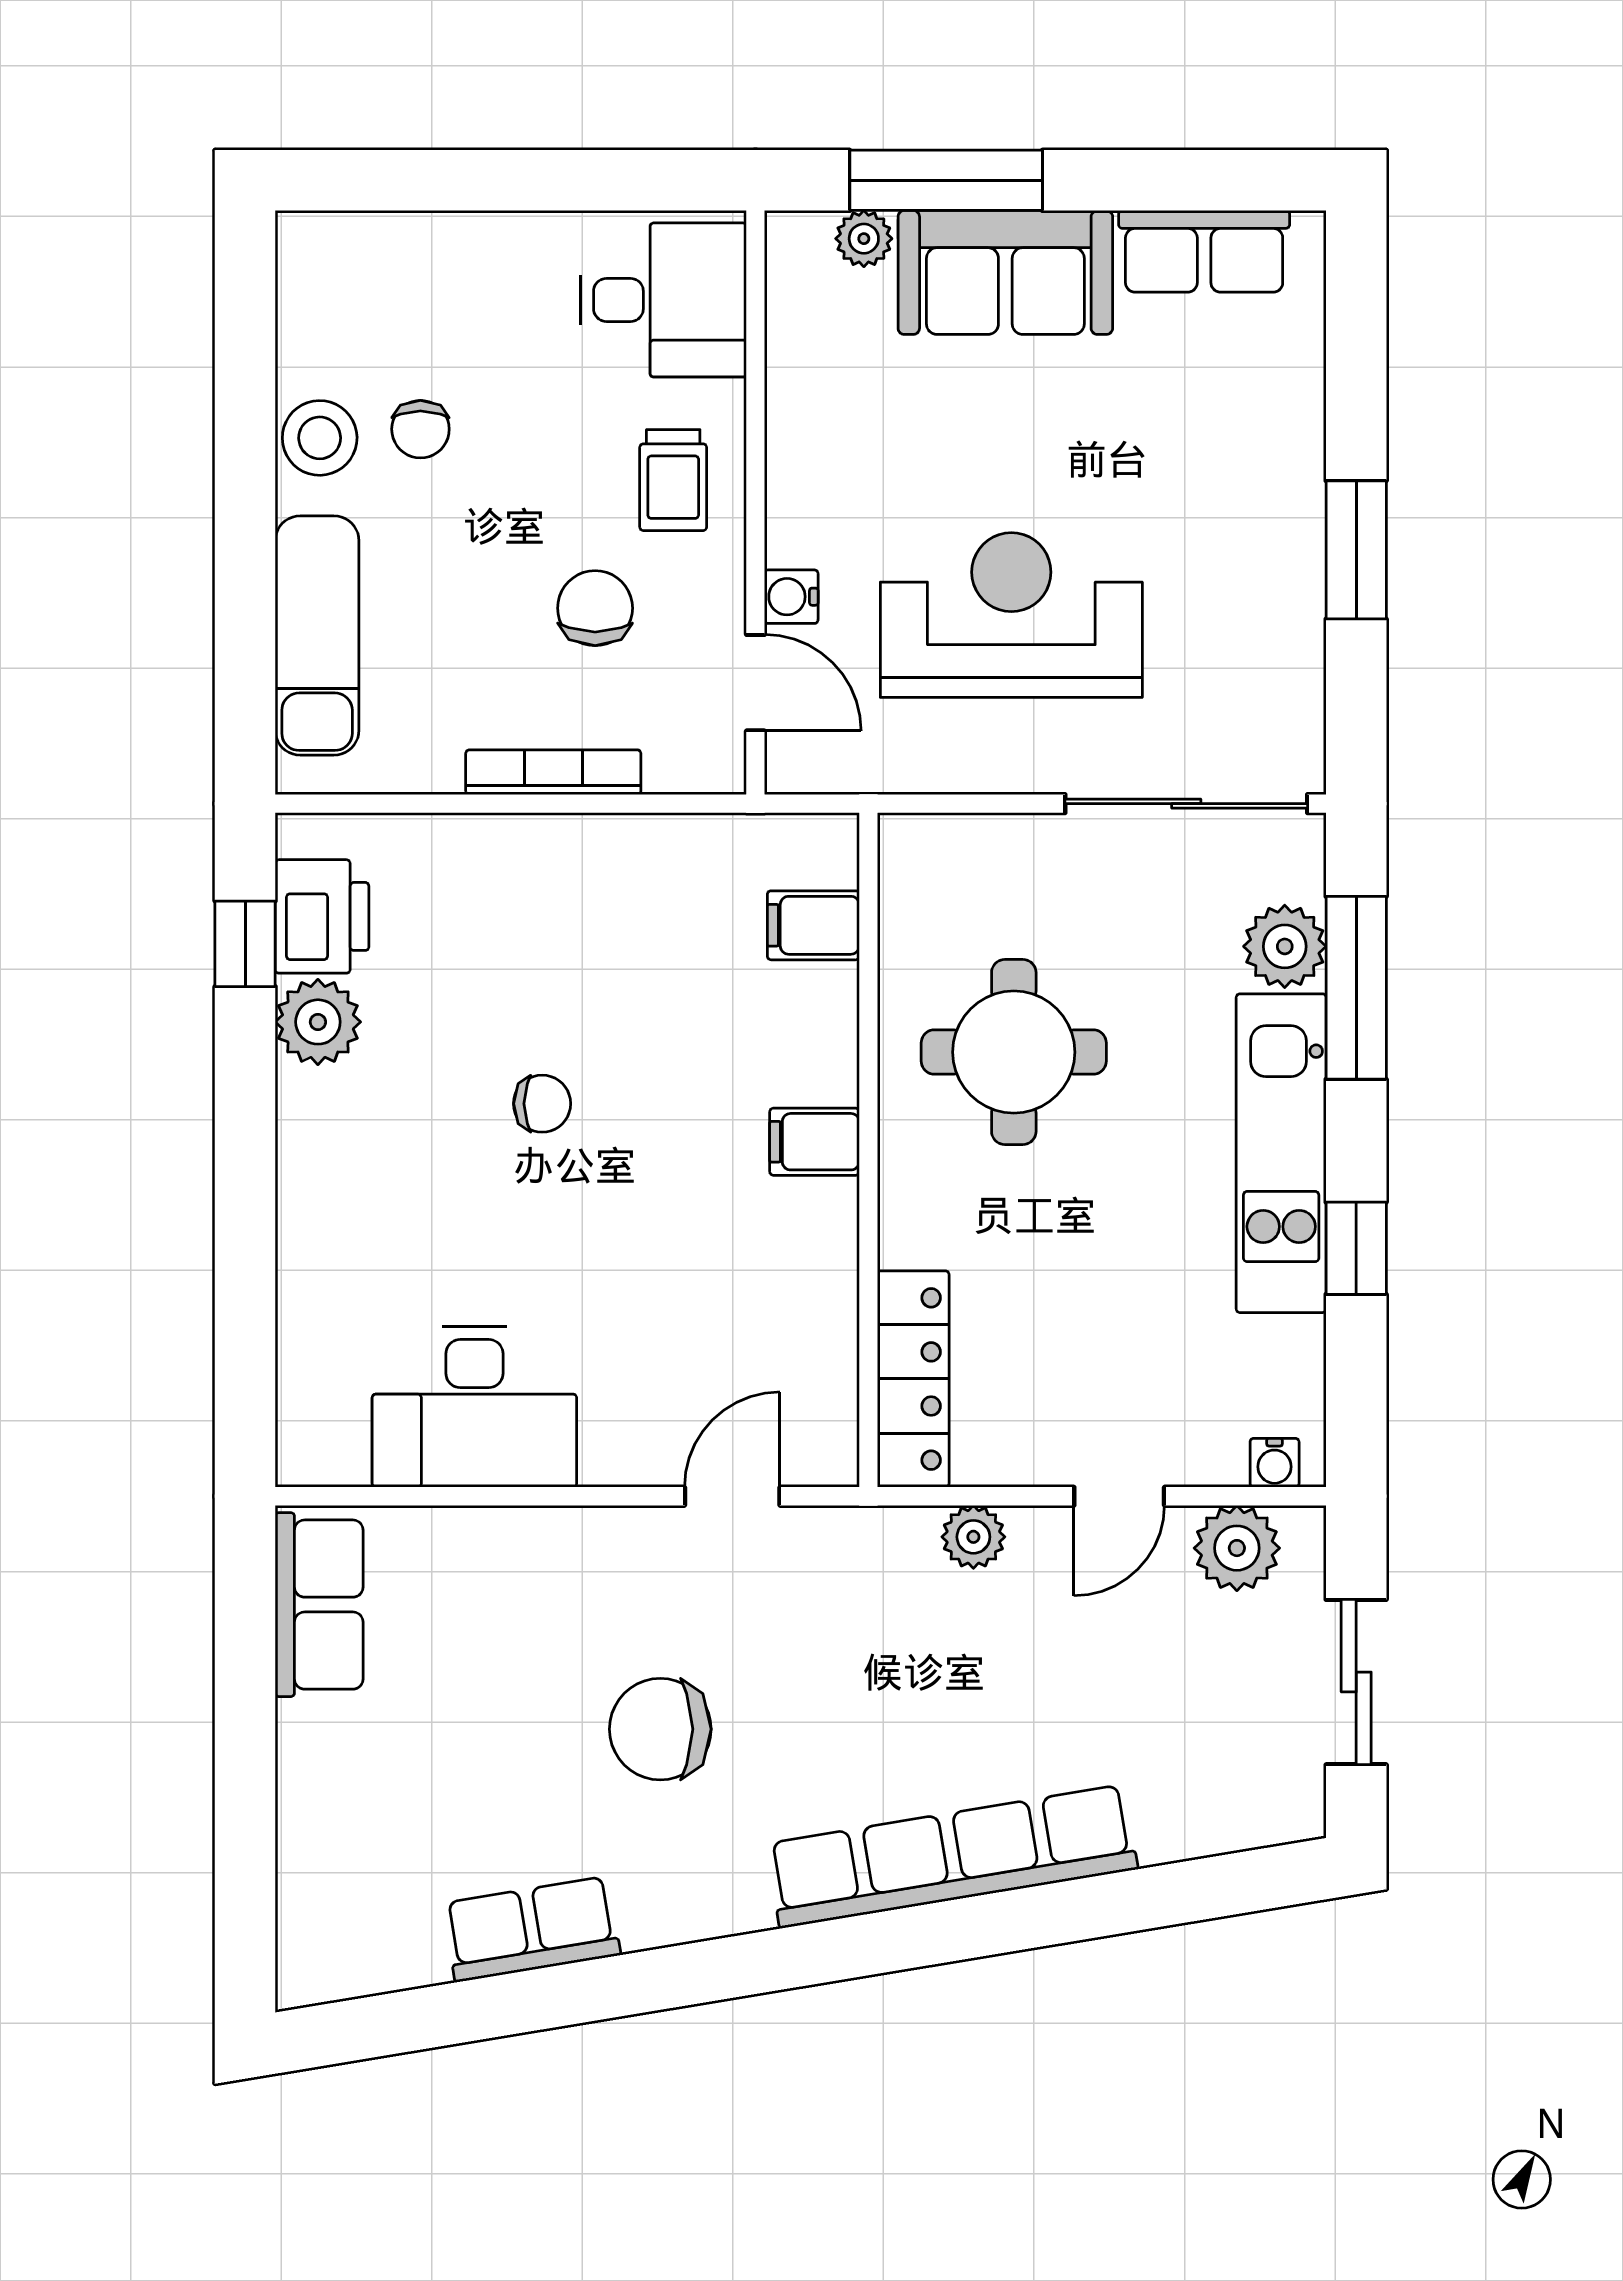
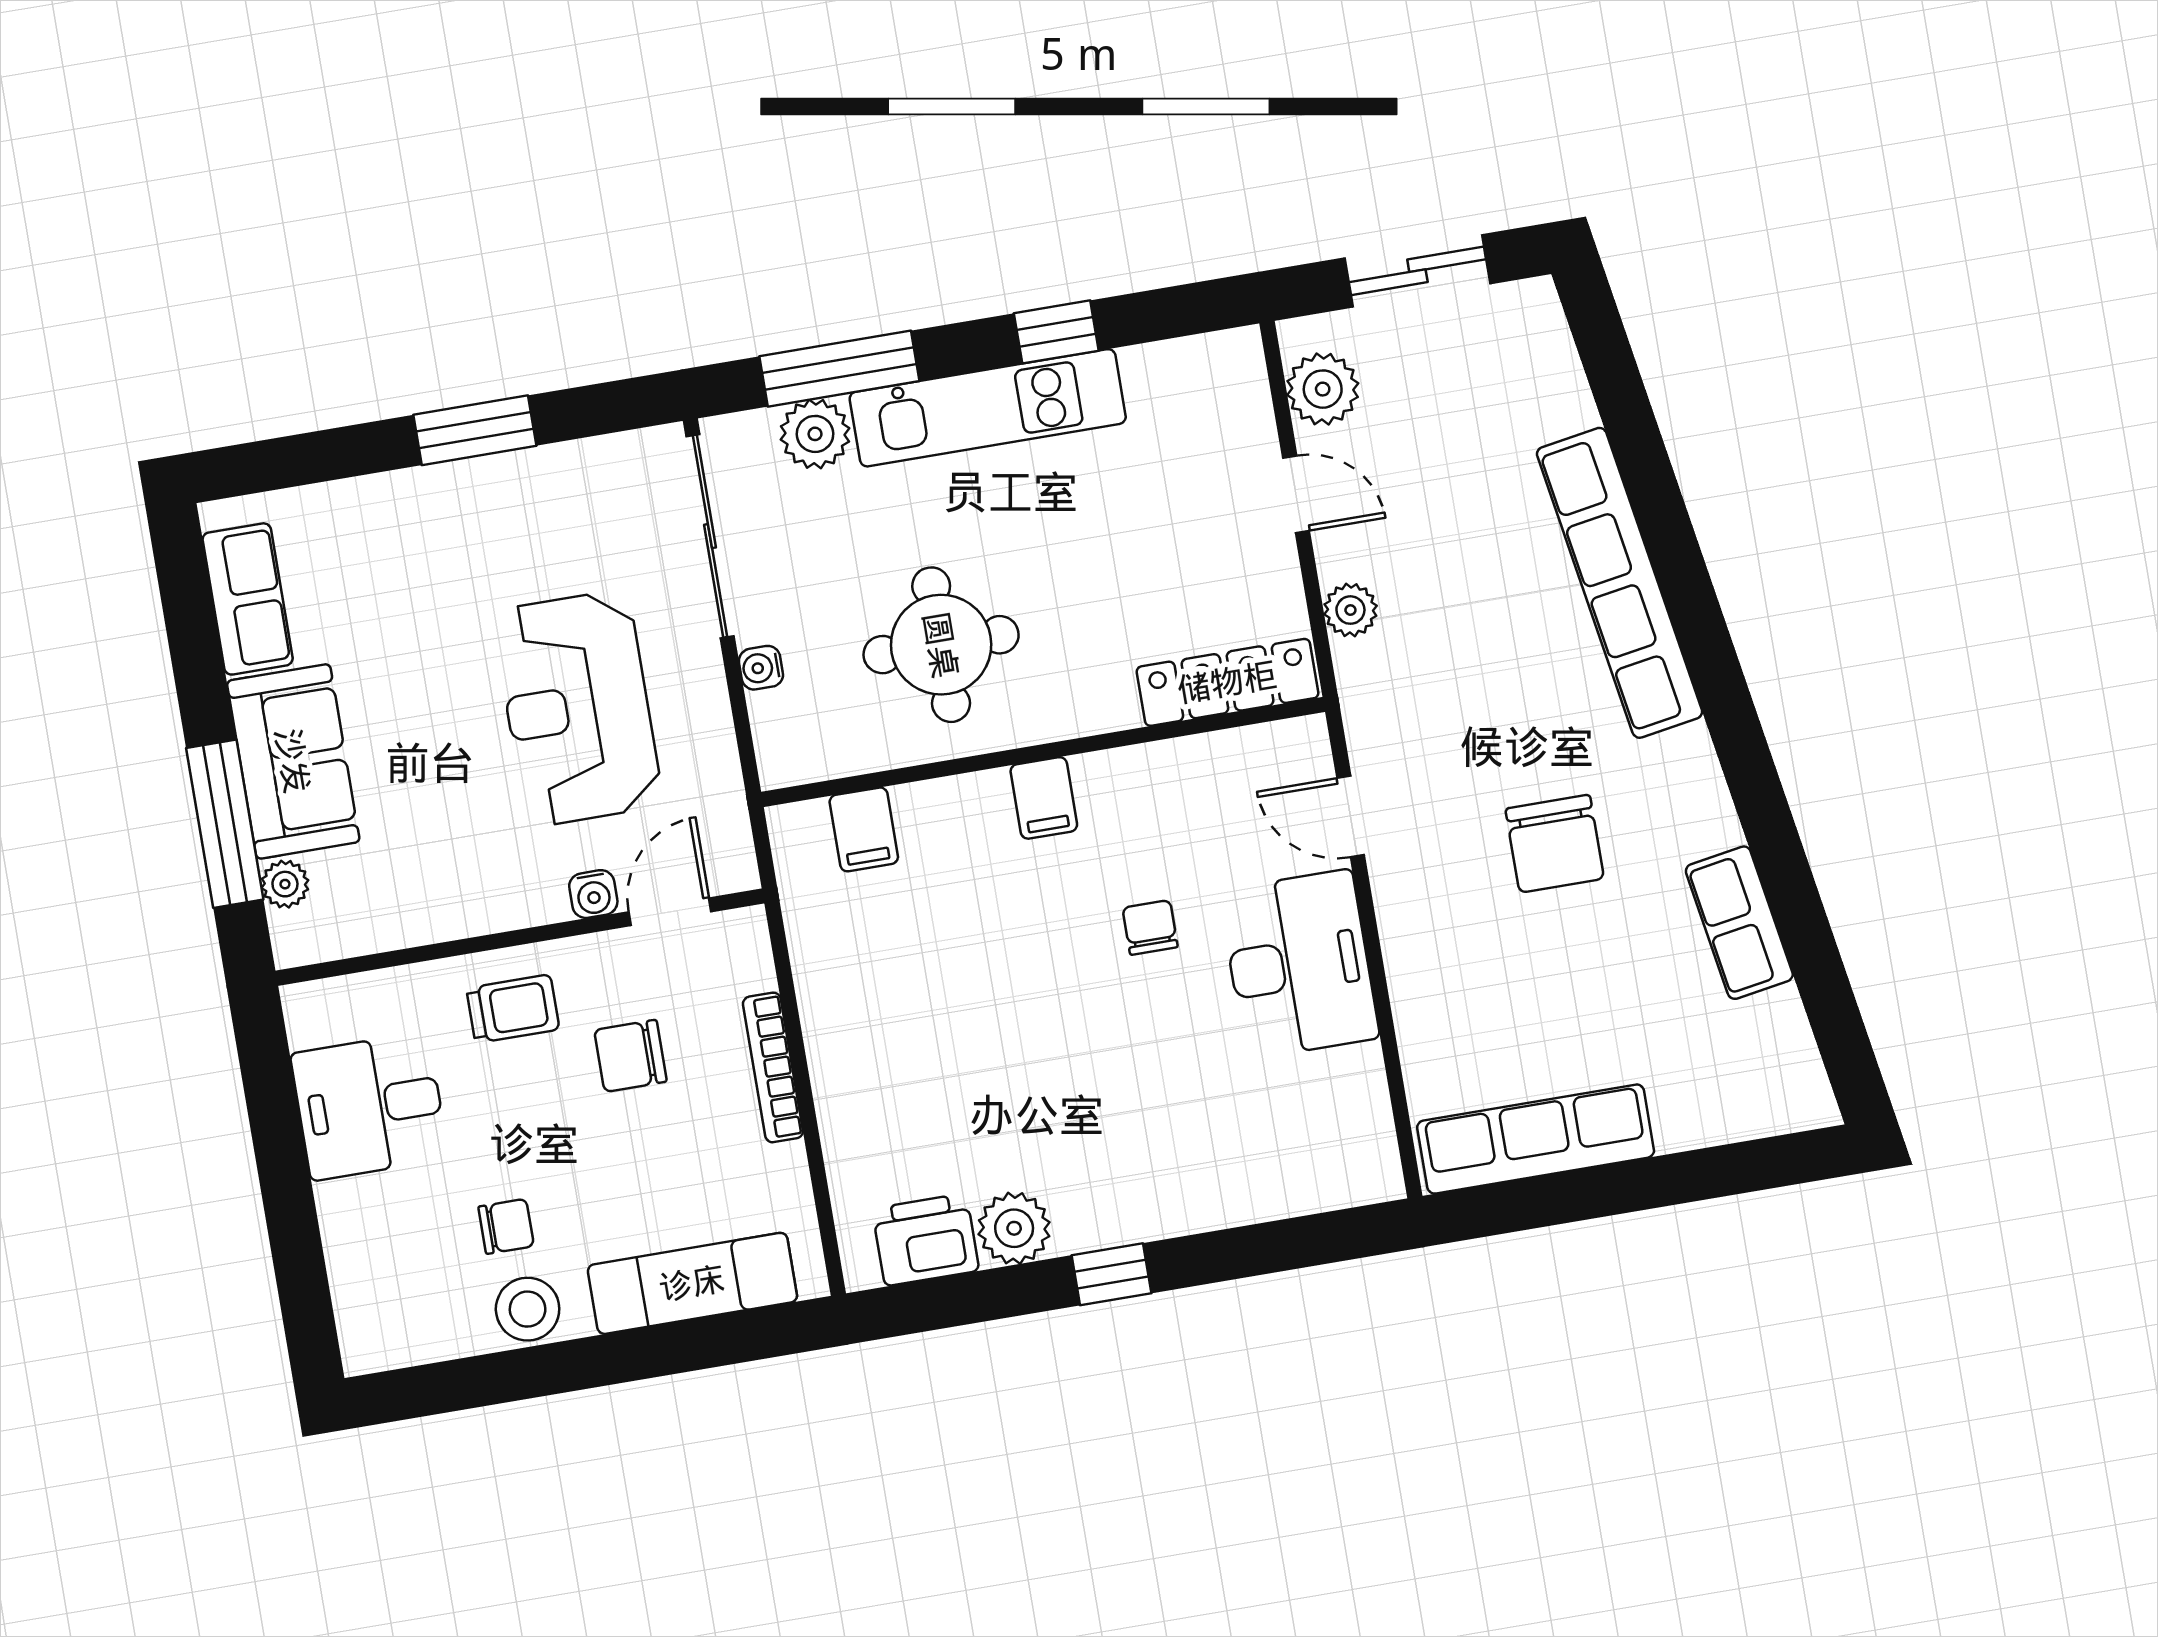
desk: (663, 300) -> (370, 1106), moved, turned -90
window: (245, 944) -> (1111, 1274), moved
chair: (542, 1104) -> (1150, 927), moved
desk: (474, 1407) -> (1299, 964), moved
water cooler: (1275, 1463) -> (761, 668), moved, turned 180
row of seats: (319, 1605) -> (1536, 1139), width x1.48

